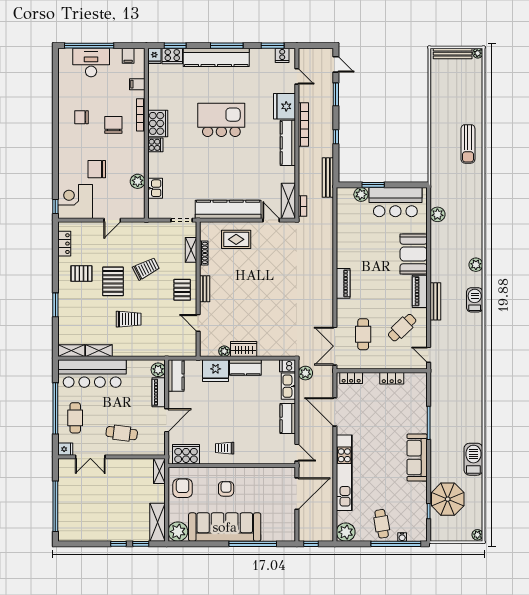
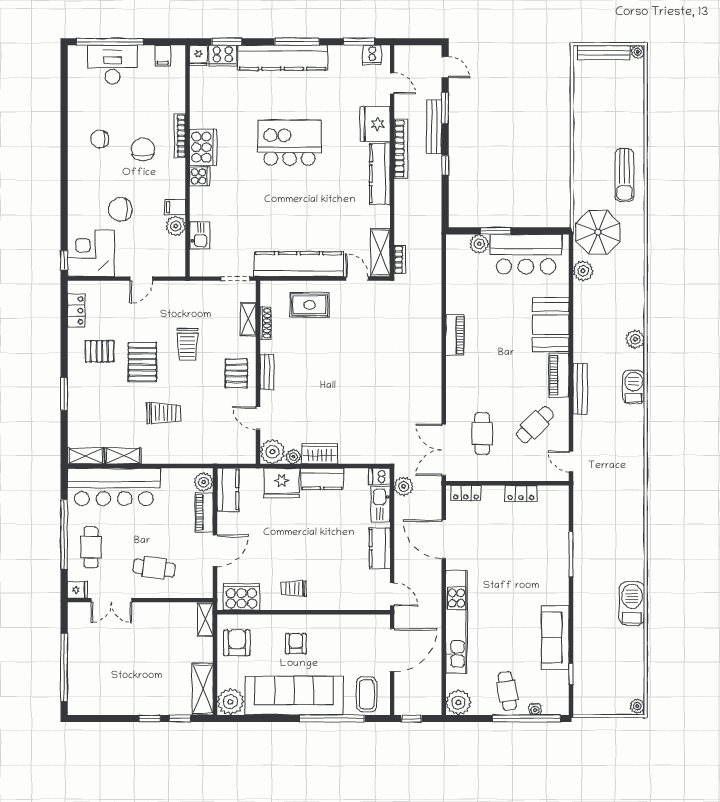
filing cabinet: (137, 84) -> (175, 207), moved
bench: (328, 178) -> (434, 127), moved
trolley: (146, 268) -> (187, 344), turned 117
piano: (343, 283) -> (455, 335), moved
plant: (209, 348) -> (272, 452), added
sofa: (417, 458) -> (555, 637), moved
parasol: (448, 499) -> (598, 232), moved
coffee table: (278, 526) -> (367, 694), added

